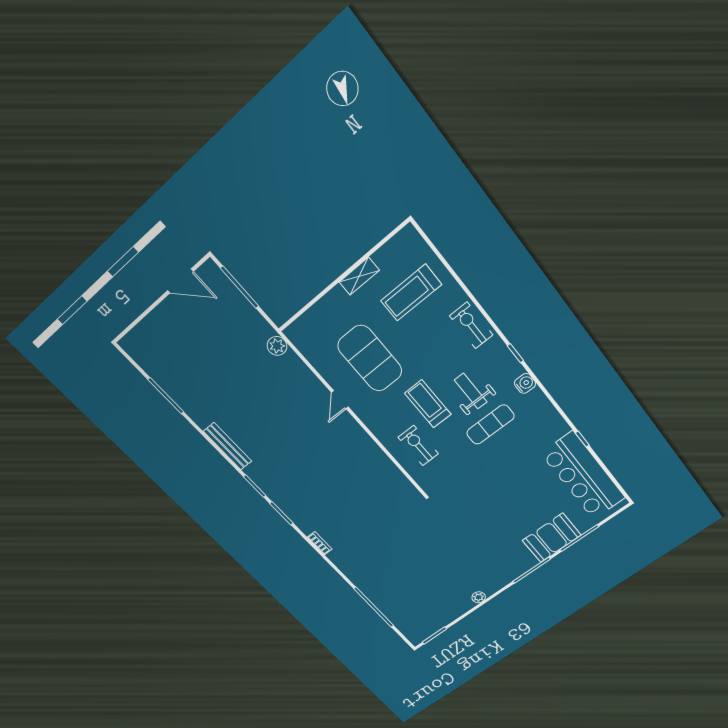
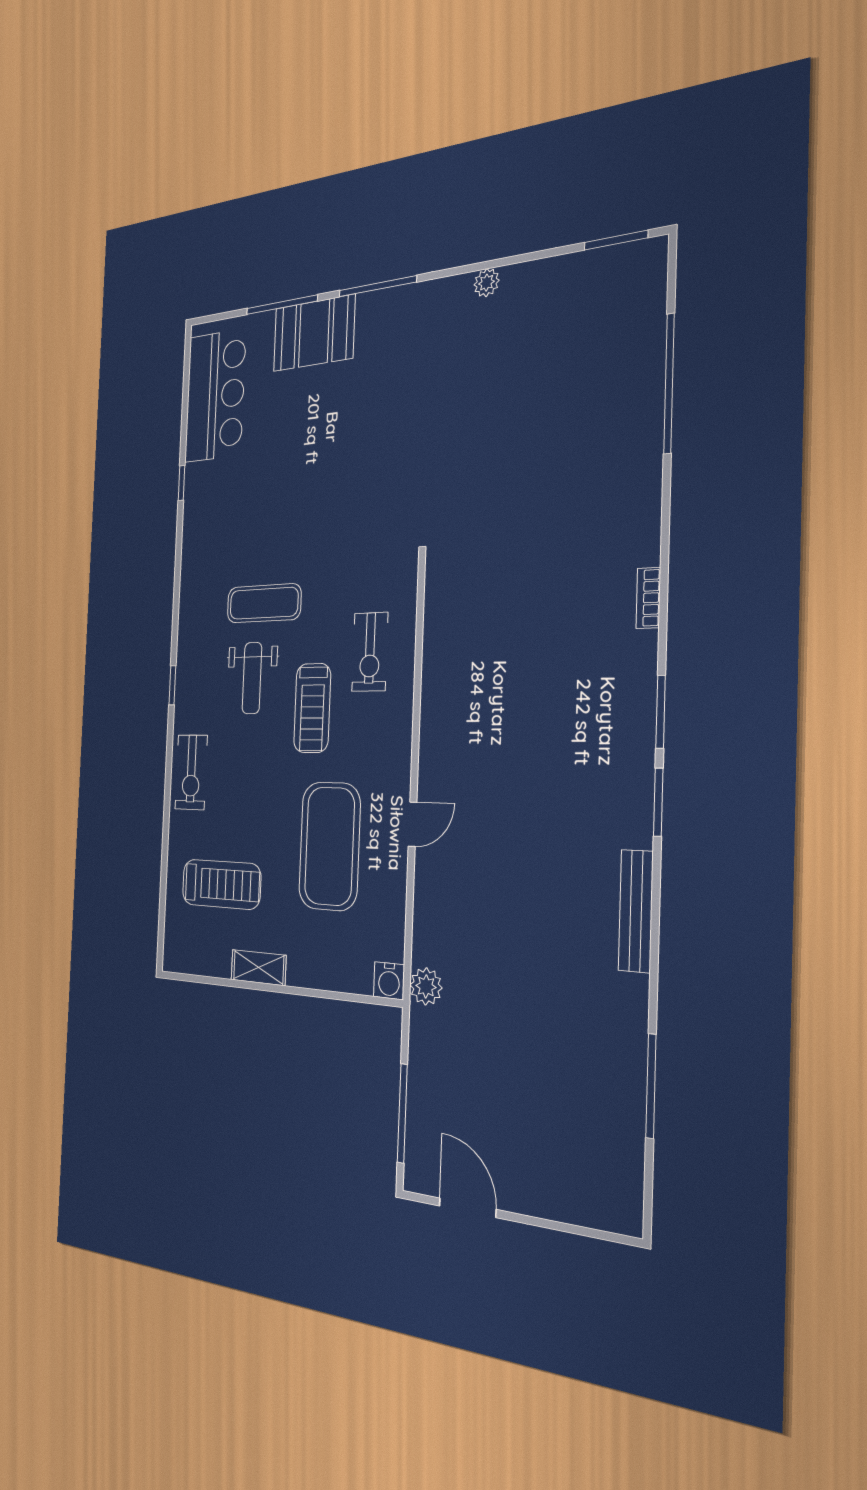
water cooler: (525, 383) -> (389, 981), moved, turned -90
bar counter: (583, 476) -> (215, 396), width x0.73

